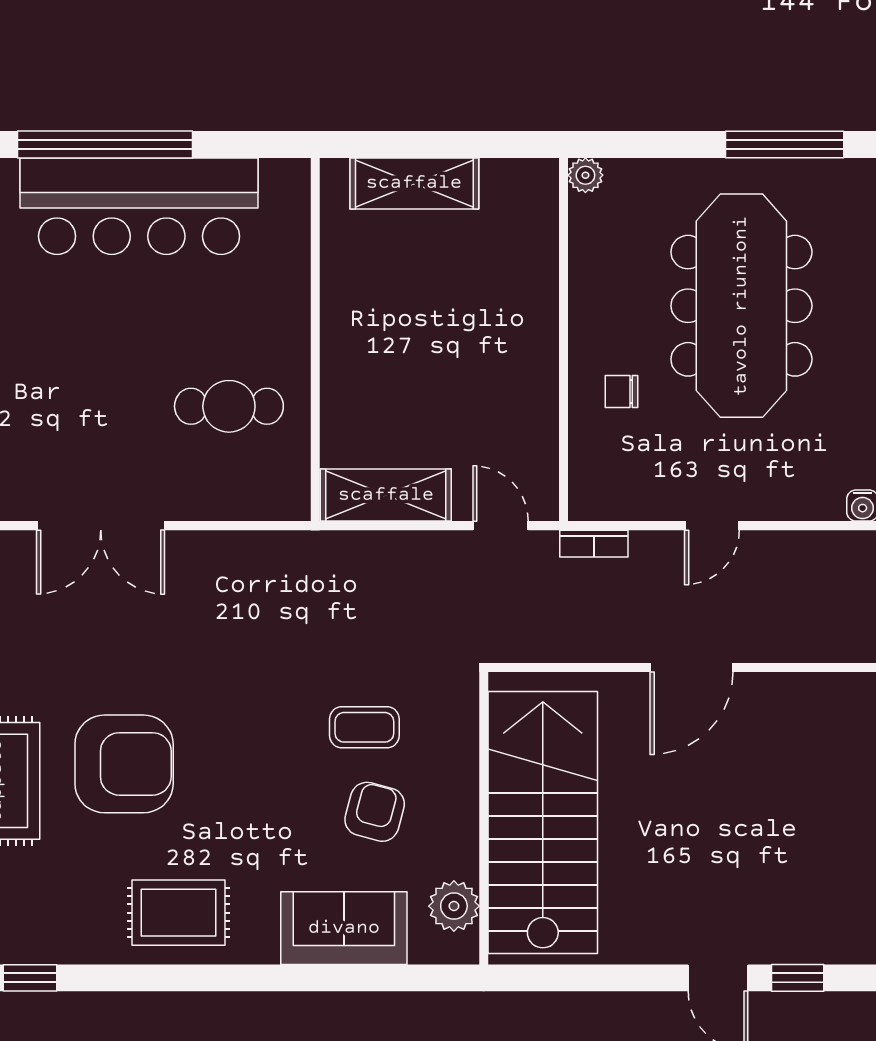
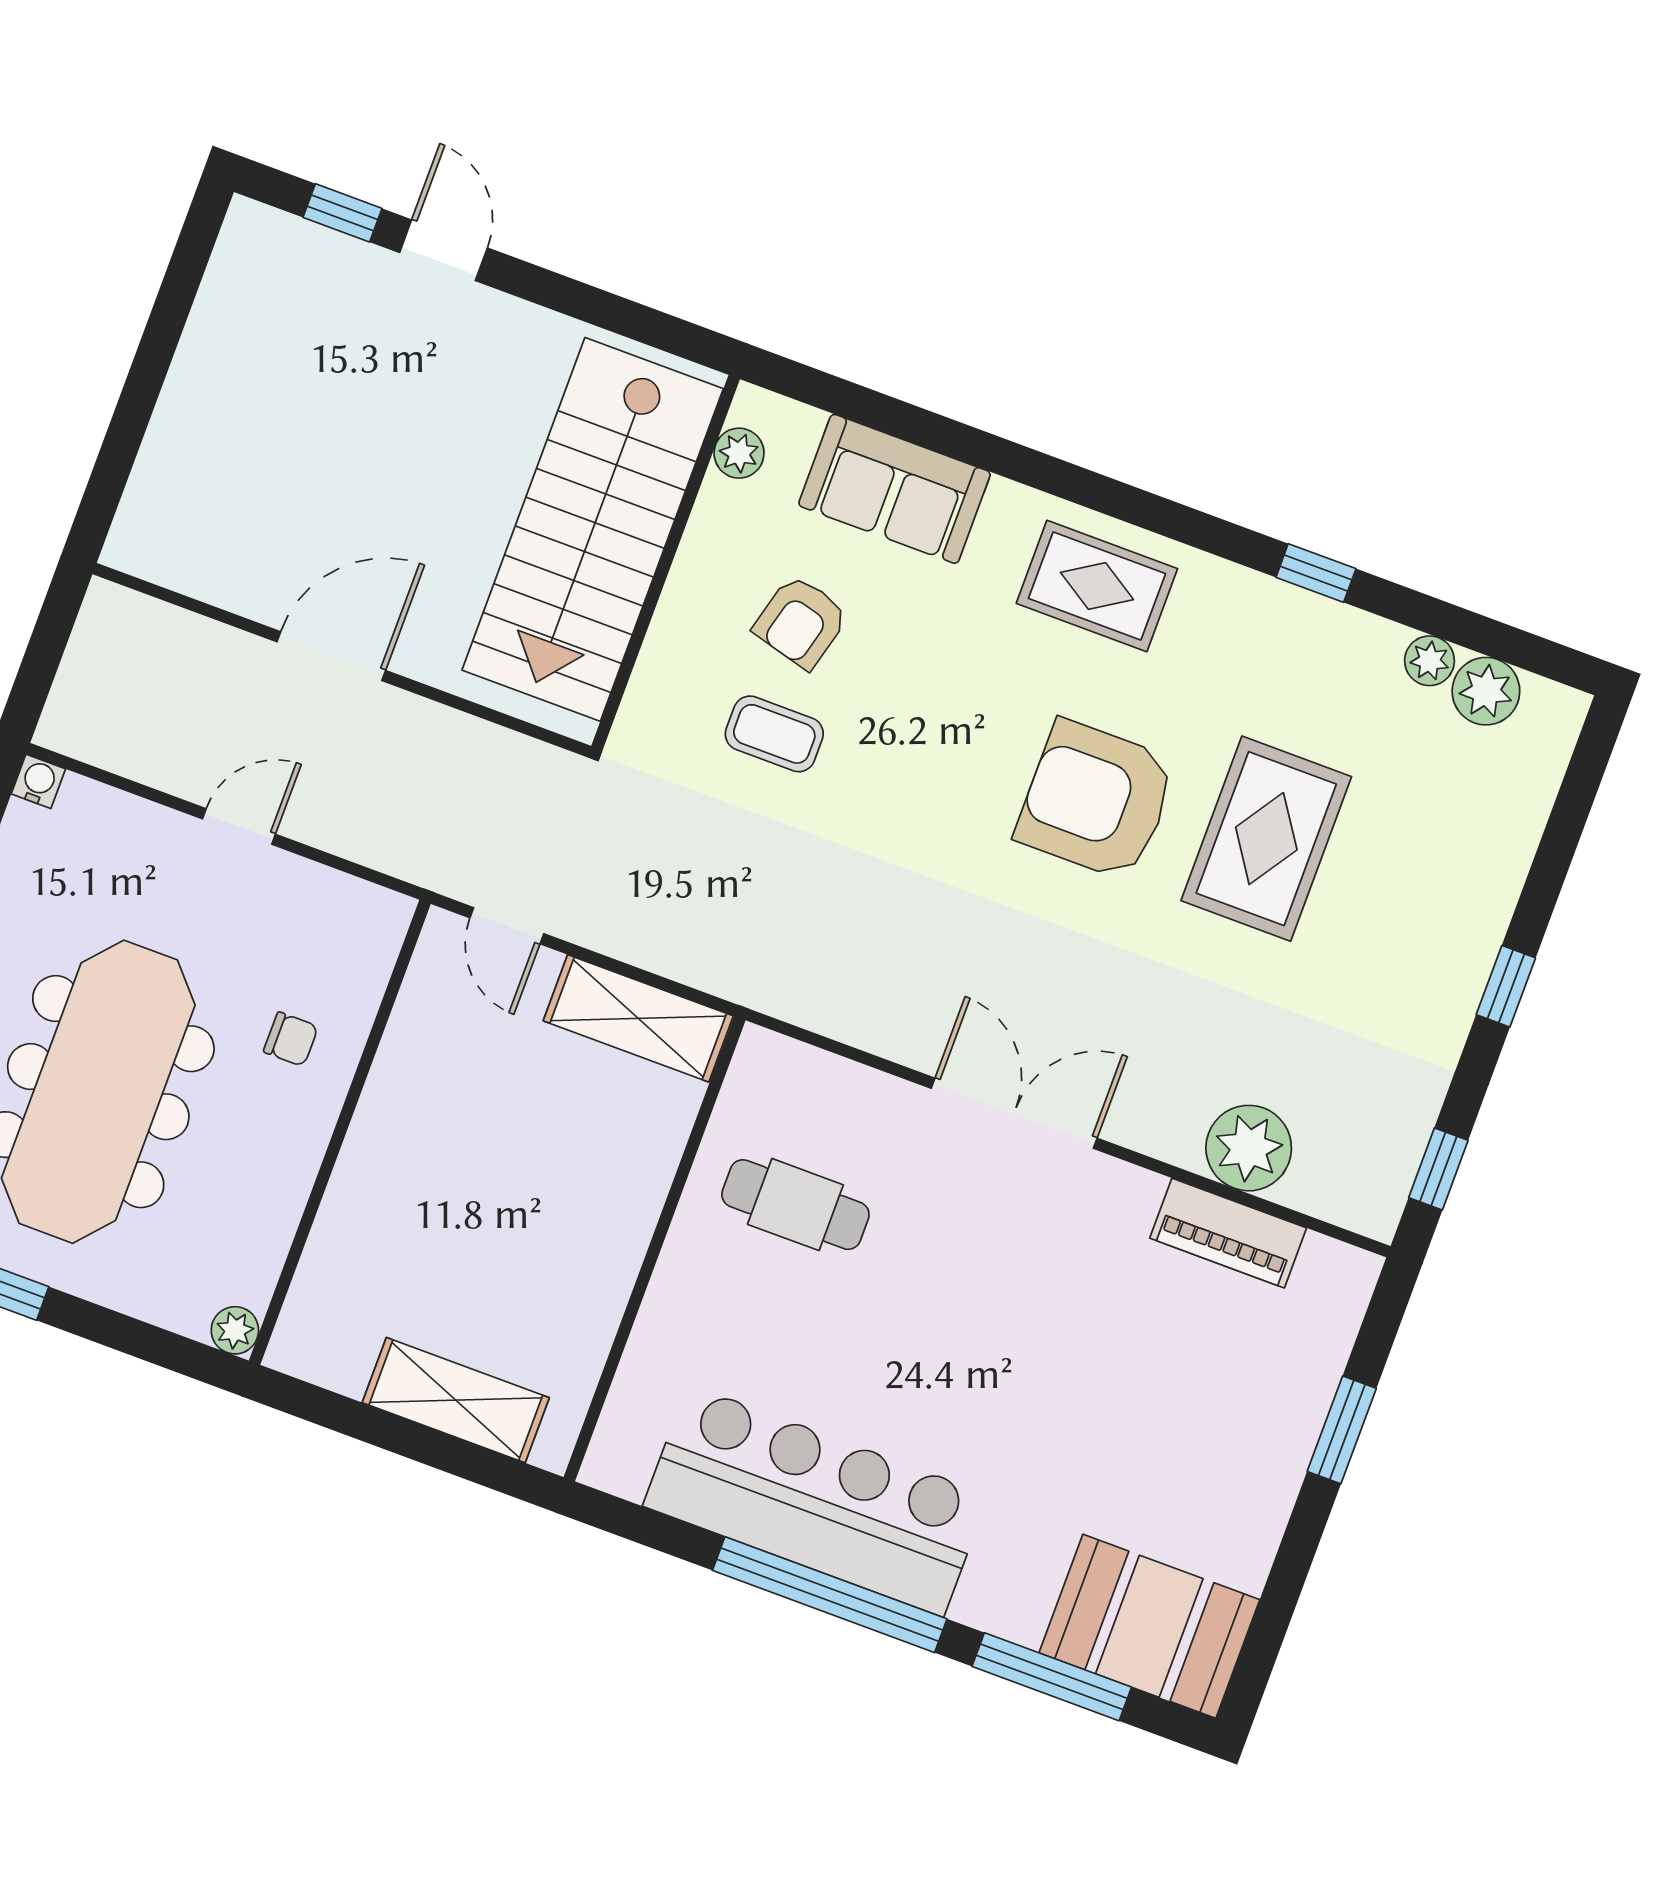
bookcase: (594, 544) -> (397, 859), removed
plant: (454, 906) -> (739, 453), width x0.73, depth x0.73

